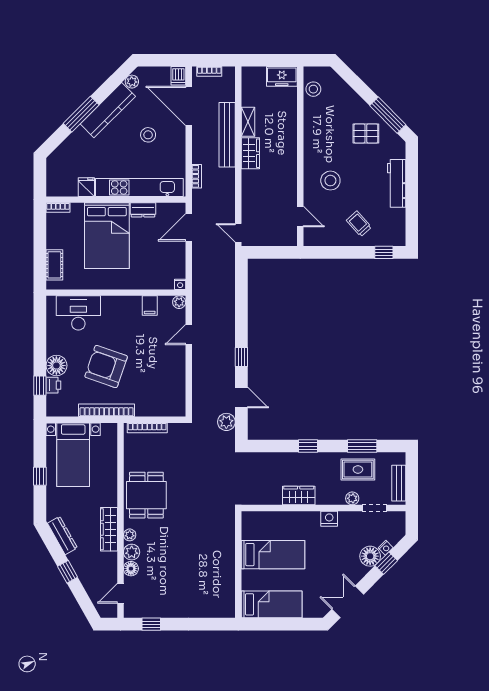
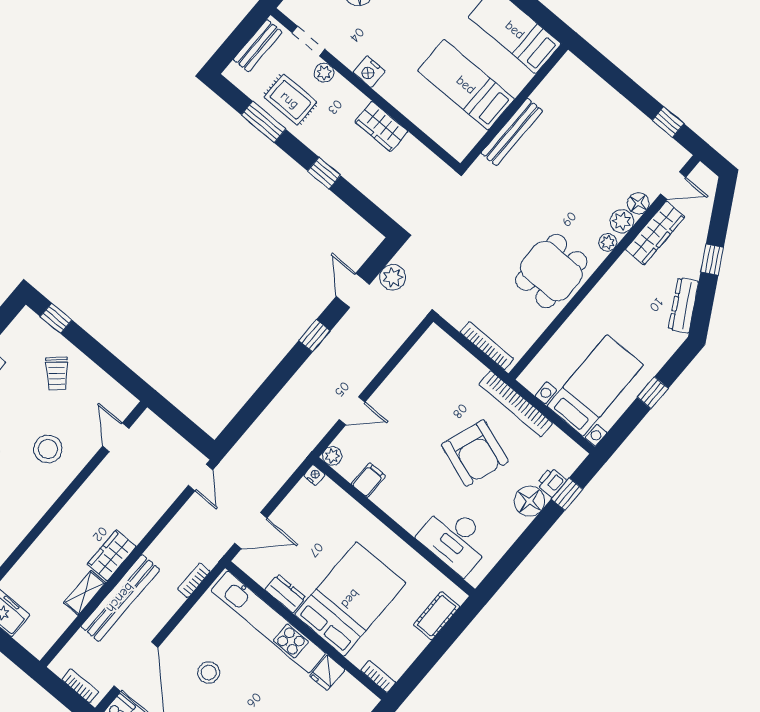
wardrobe: (109, 529) -> (655, 233), moved
bench: (228, 550) -> (512, 132), added

